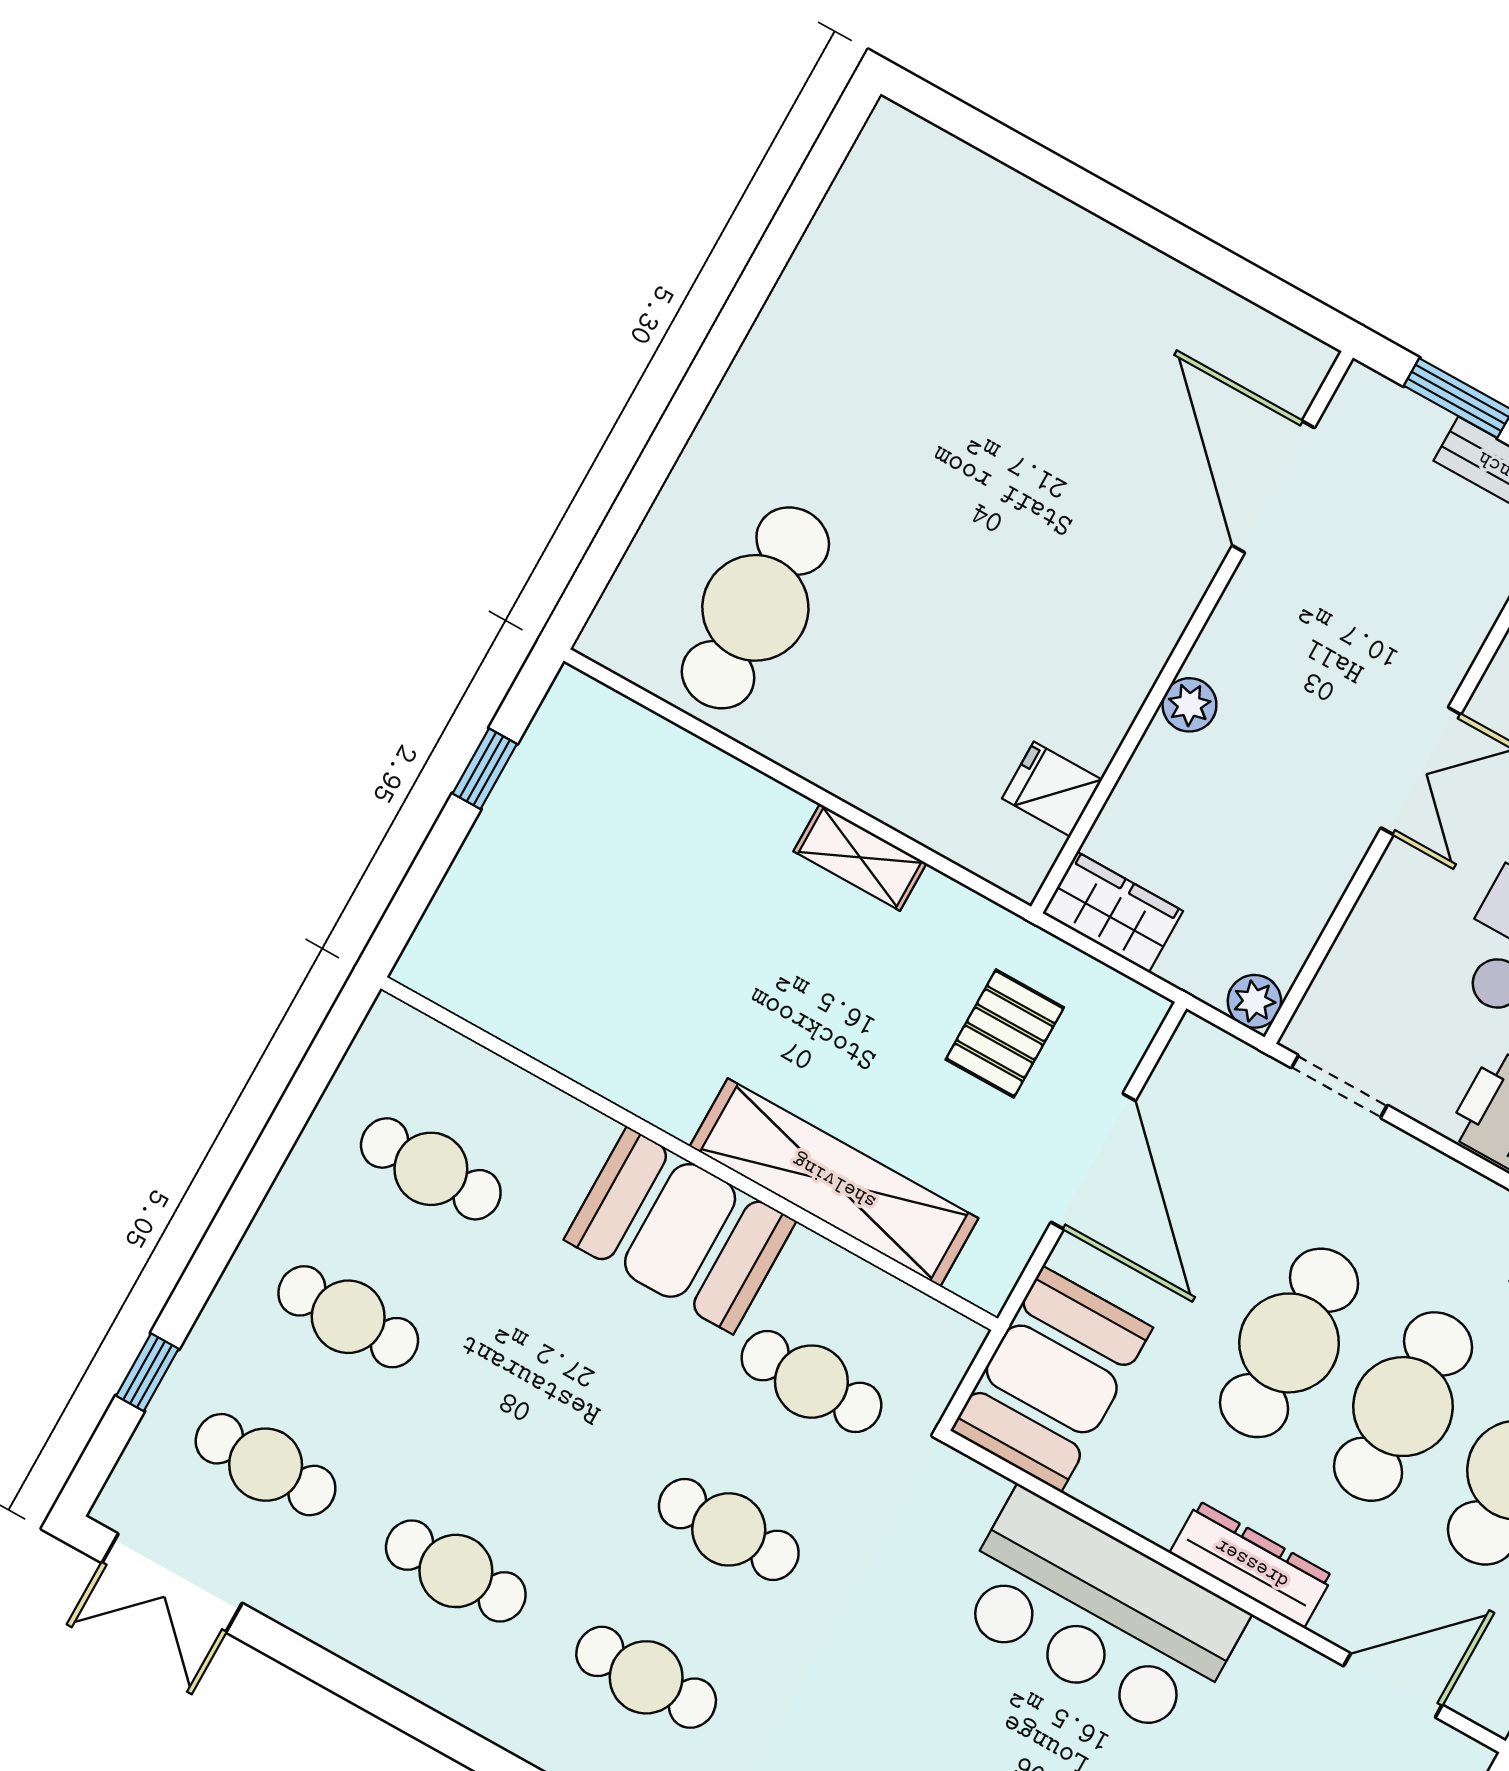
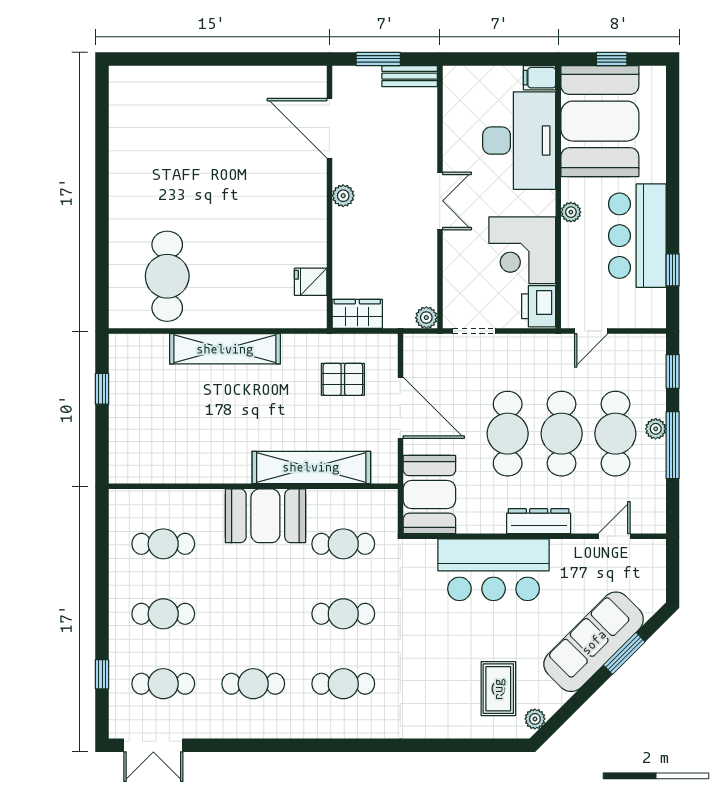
plant: (1189, 705) -> (343, 196), moved
shelving: (860, 857) -> (225, 349), width x2.20, depth x1.33
pallet: (1005, 1033) -> (343, 379), turned 90
door: (1393, 1685) -> (614, 536), width x0.73

